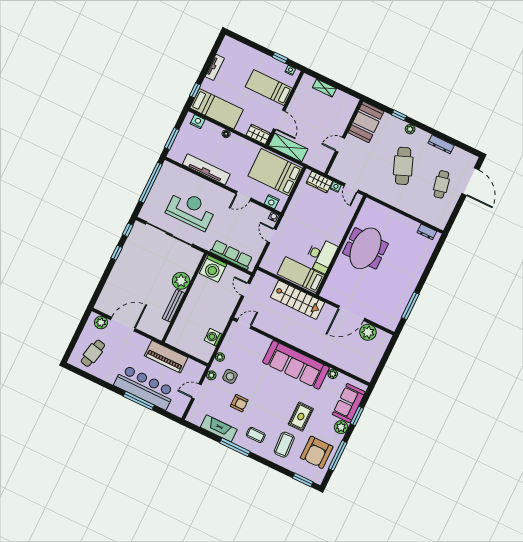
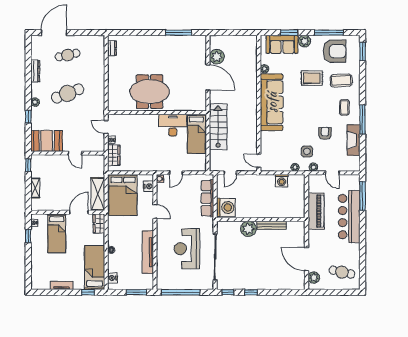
window: (350, 92) -> (28, 165), added
door: (351, 188) -> (106, 127), swing flipped
window: (139, 401) -> (363, 196), moved

